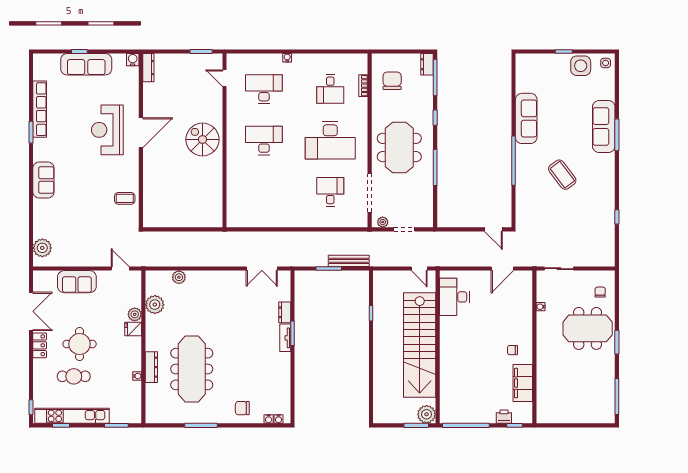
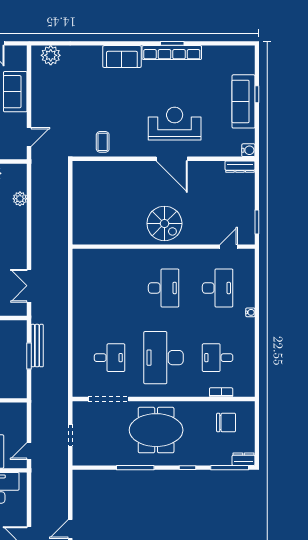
row of seats: (40, 109) -> (172, 53), moved
spiral stairs: (202, 140) -> (164, 223), turned 90
plant: (383, 222) -> (78, 413), removed
bench: (349, 261) -> (37, 346), moved

